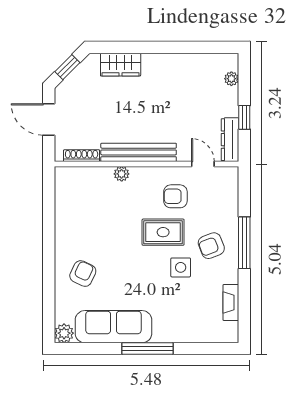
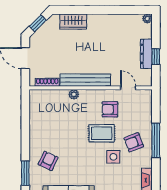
plant: (231, 79) -> (147, 19), moved
dresser: (230, 140) -> (146, 54), moved
window: (49, 292) -> (25, 173), added

